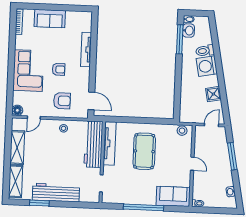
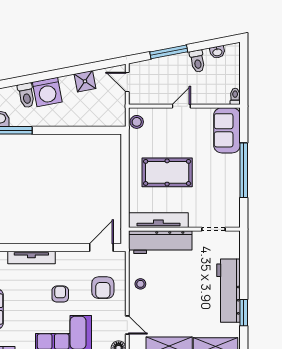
armchair: (62, 101) -> (103, 288), turned 180
toilet: (225, 177) -> (197, 61), added

